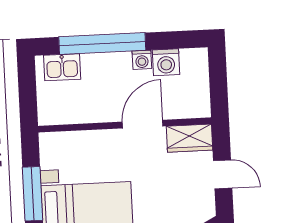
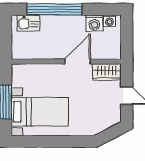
washing machine: (142, 60) -> (110, 21), moved

